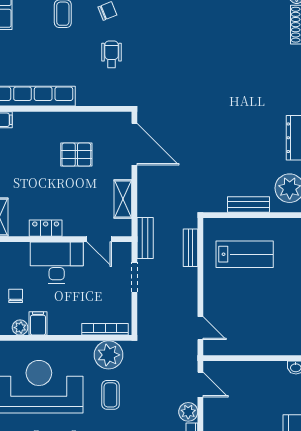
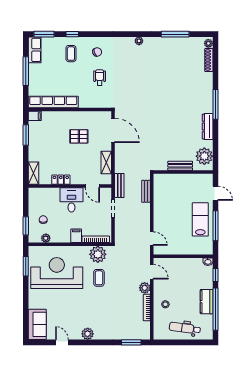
lab bench: (245, 254) -> (200, 219), moved, turned -90
desk: (57, 262) -> (71, 200), width x0.73
filing cabinet: (38, 323) -> (76, 236), moved

